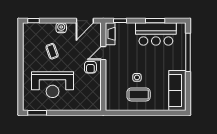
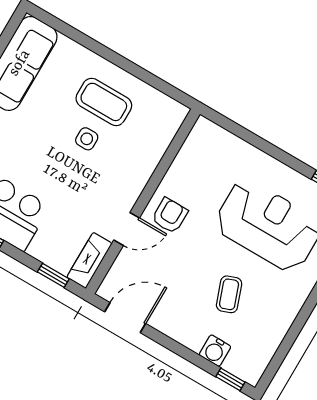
water cooler: (61, 28) -> (215, 351), moved

